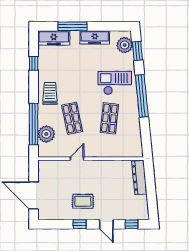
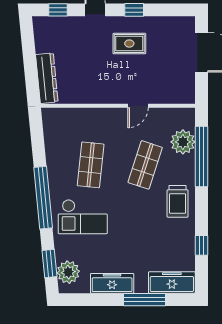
shop shelf: (72, 118) -> (145, 165), turned 30

